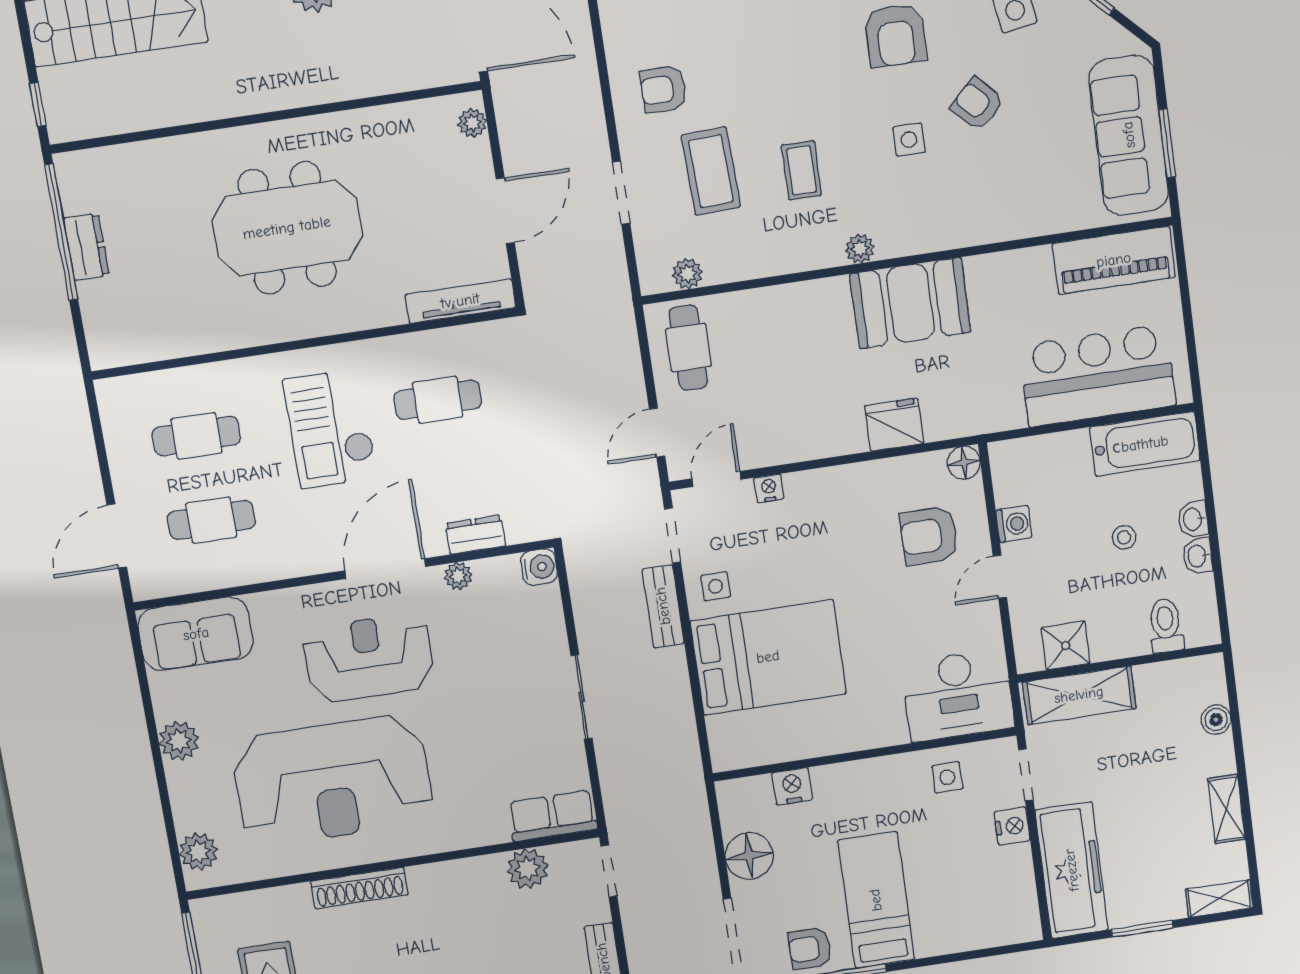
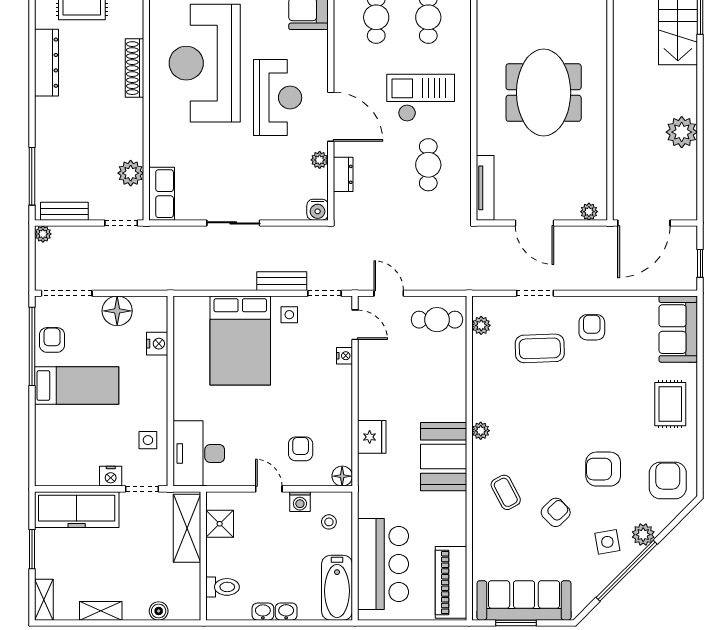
side table: (909, 140) -> (541, 469), removed
coffee table: (801, 170) -> (506, 492), moved, turned 62
armchair: (929, 536) -> (301, 449), width x0.72, depth x0.72
stool: (1124, 537) -> (329, 522), moved

